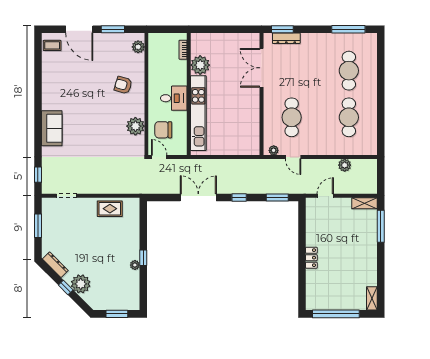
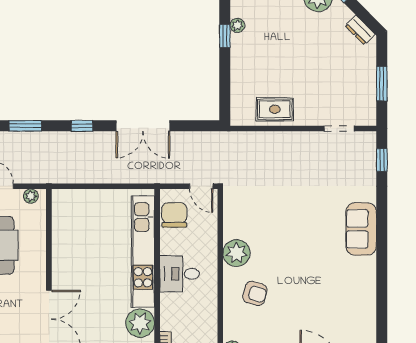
plant: (135, 126) -> (236, 253), moved
chair: (163, 130) -> (174, 215), moved, turned -90
dresser: (55, 265) -> (360, 30), width x0.70

